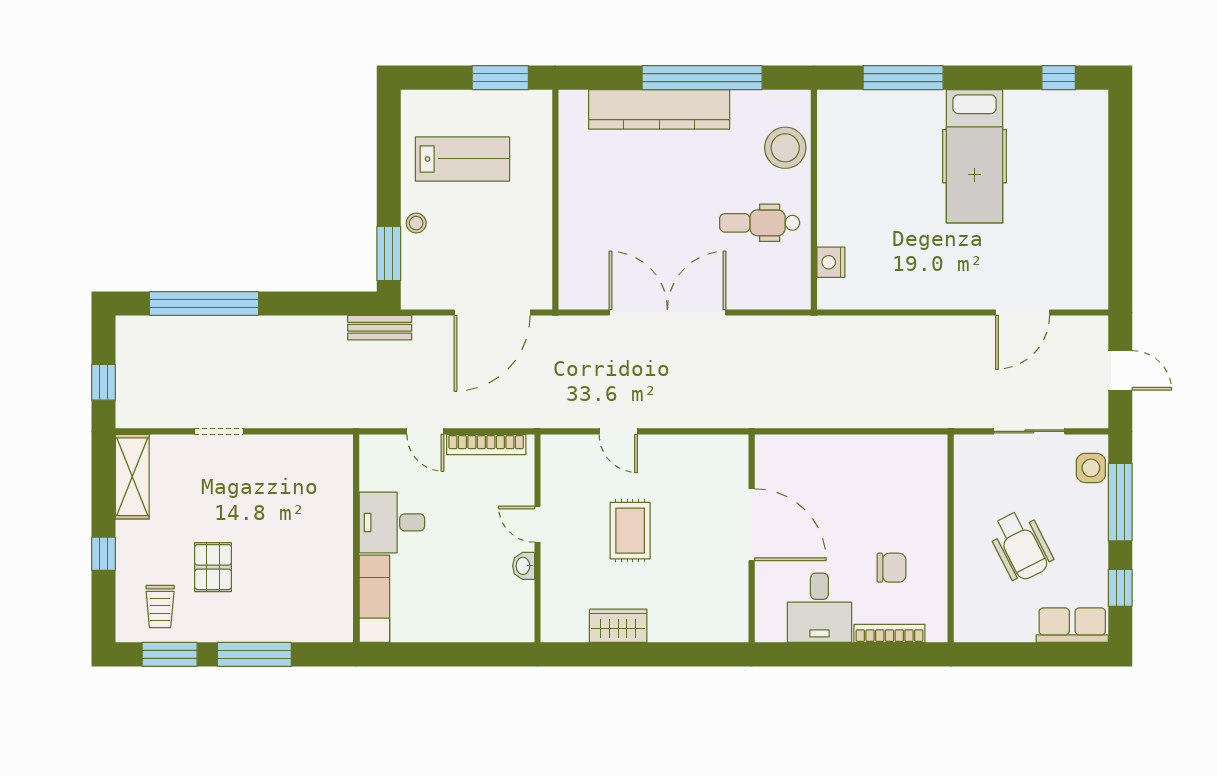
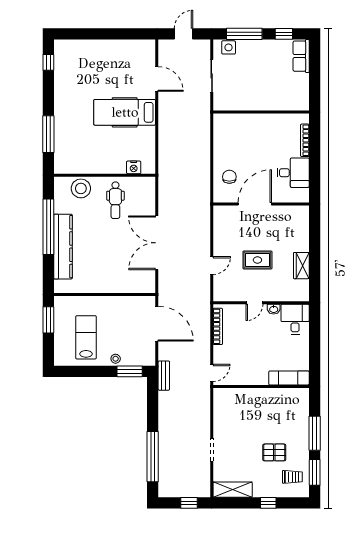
hospital bed: (975, 156) -> (125, 112), moved, turned 180
door: (425, 431) -> (212, 373), moved
desk: (392, 522) -> (295, 319), moved, turned 180
wheelchair: (1021, 546) -> (264, 80), removed
chair: (891, 568) -> (229, 177), moved

